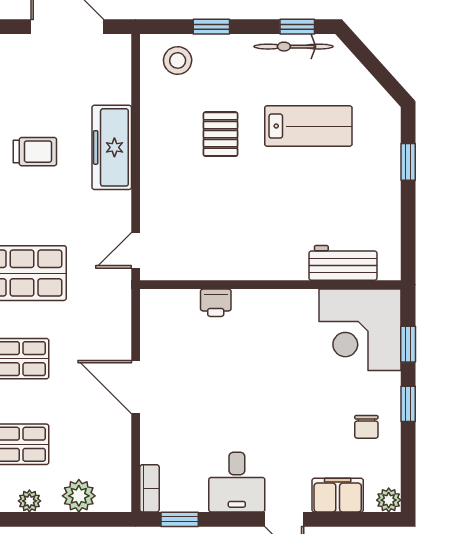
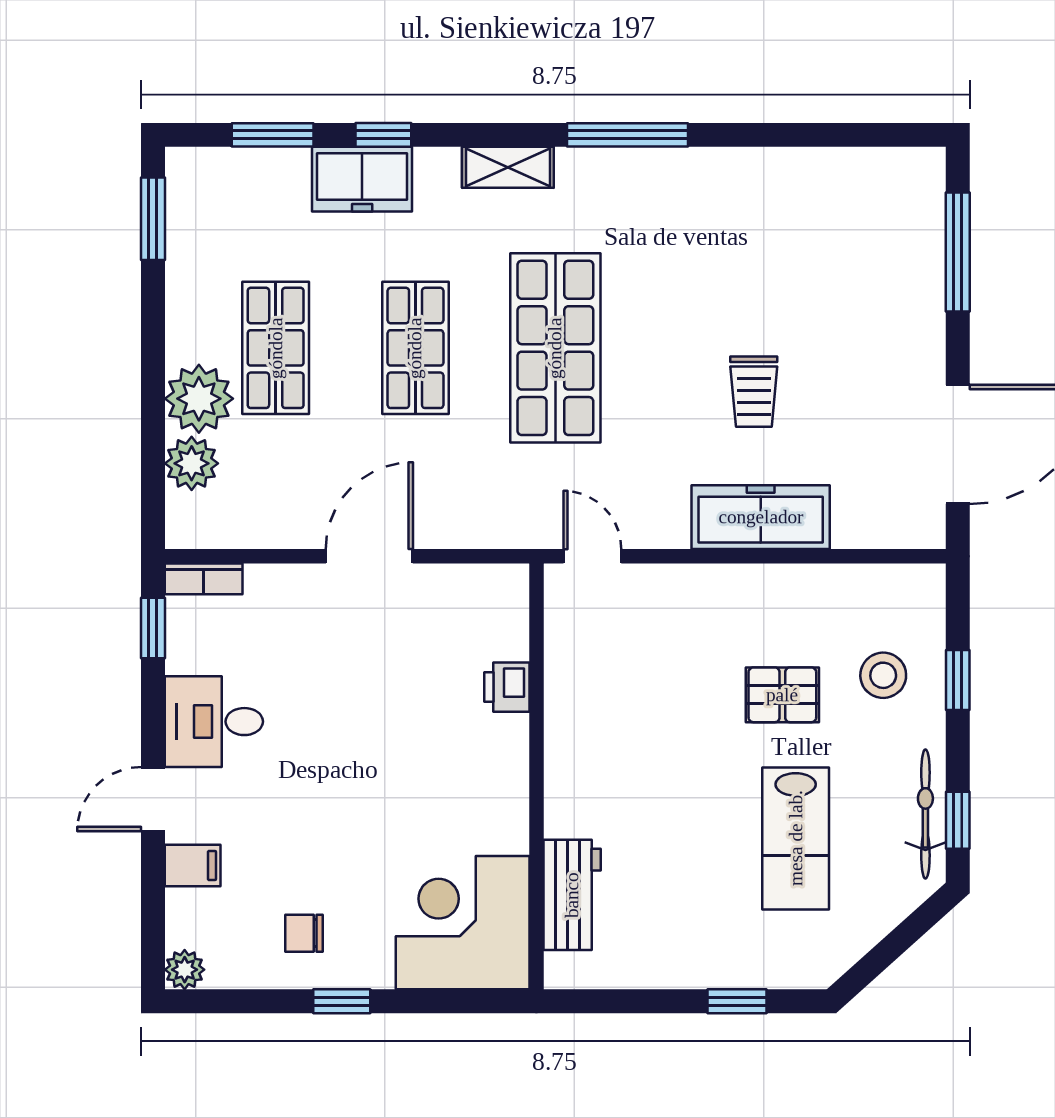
stool: (178, 60) -> (883, 675), moved
window: (408, 344) -> (439, 1001), removed
filing cabinet: (338, 495) -> (193, 865), width x0.50
plant: (29, 501) -> (199, 399), width x1.87, depth x1.87

